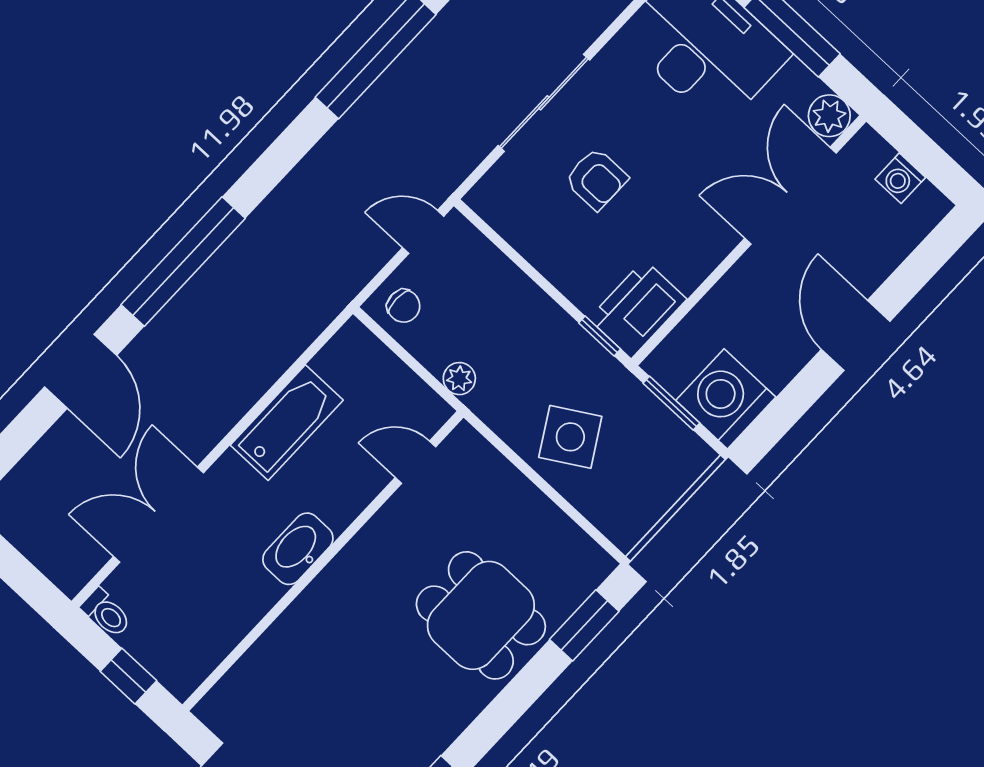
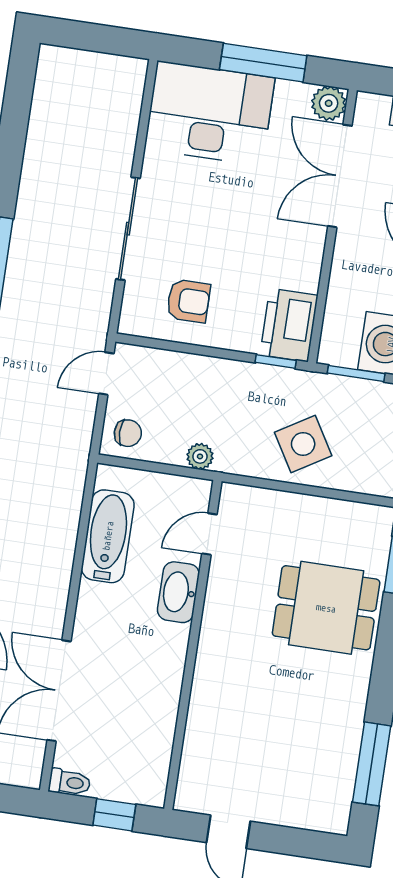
armchair: (596, 179) -> (188, 301), moved
bathtub: (287, 423) -> (108, 536), moved
washbasin: (298, 549) -> (178, 592), moved

